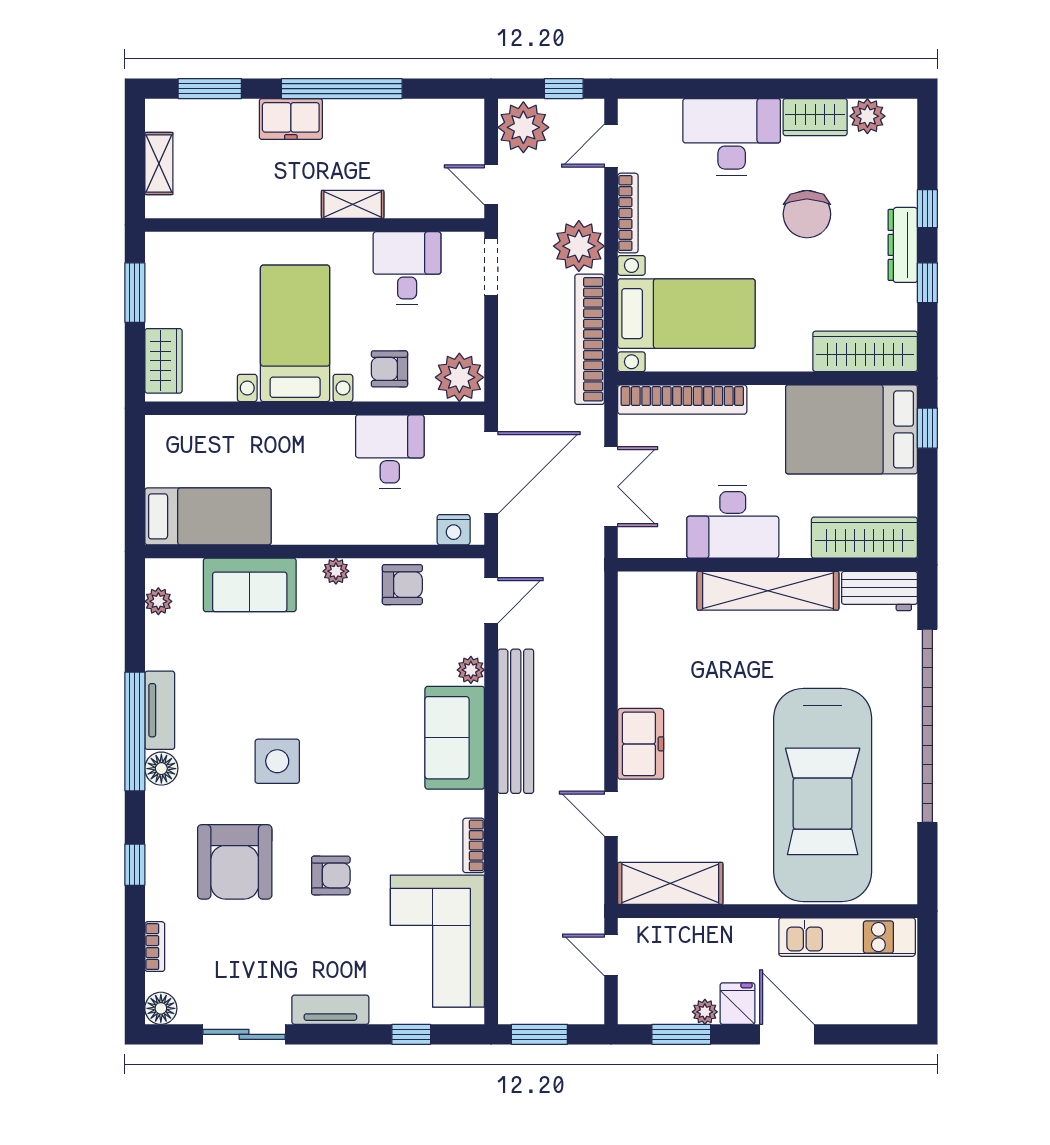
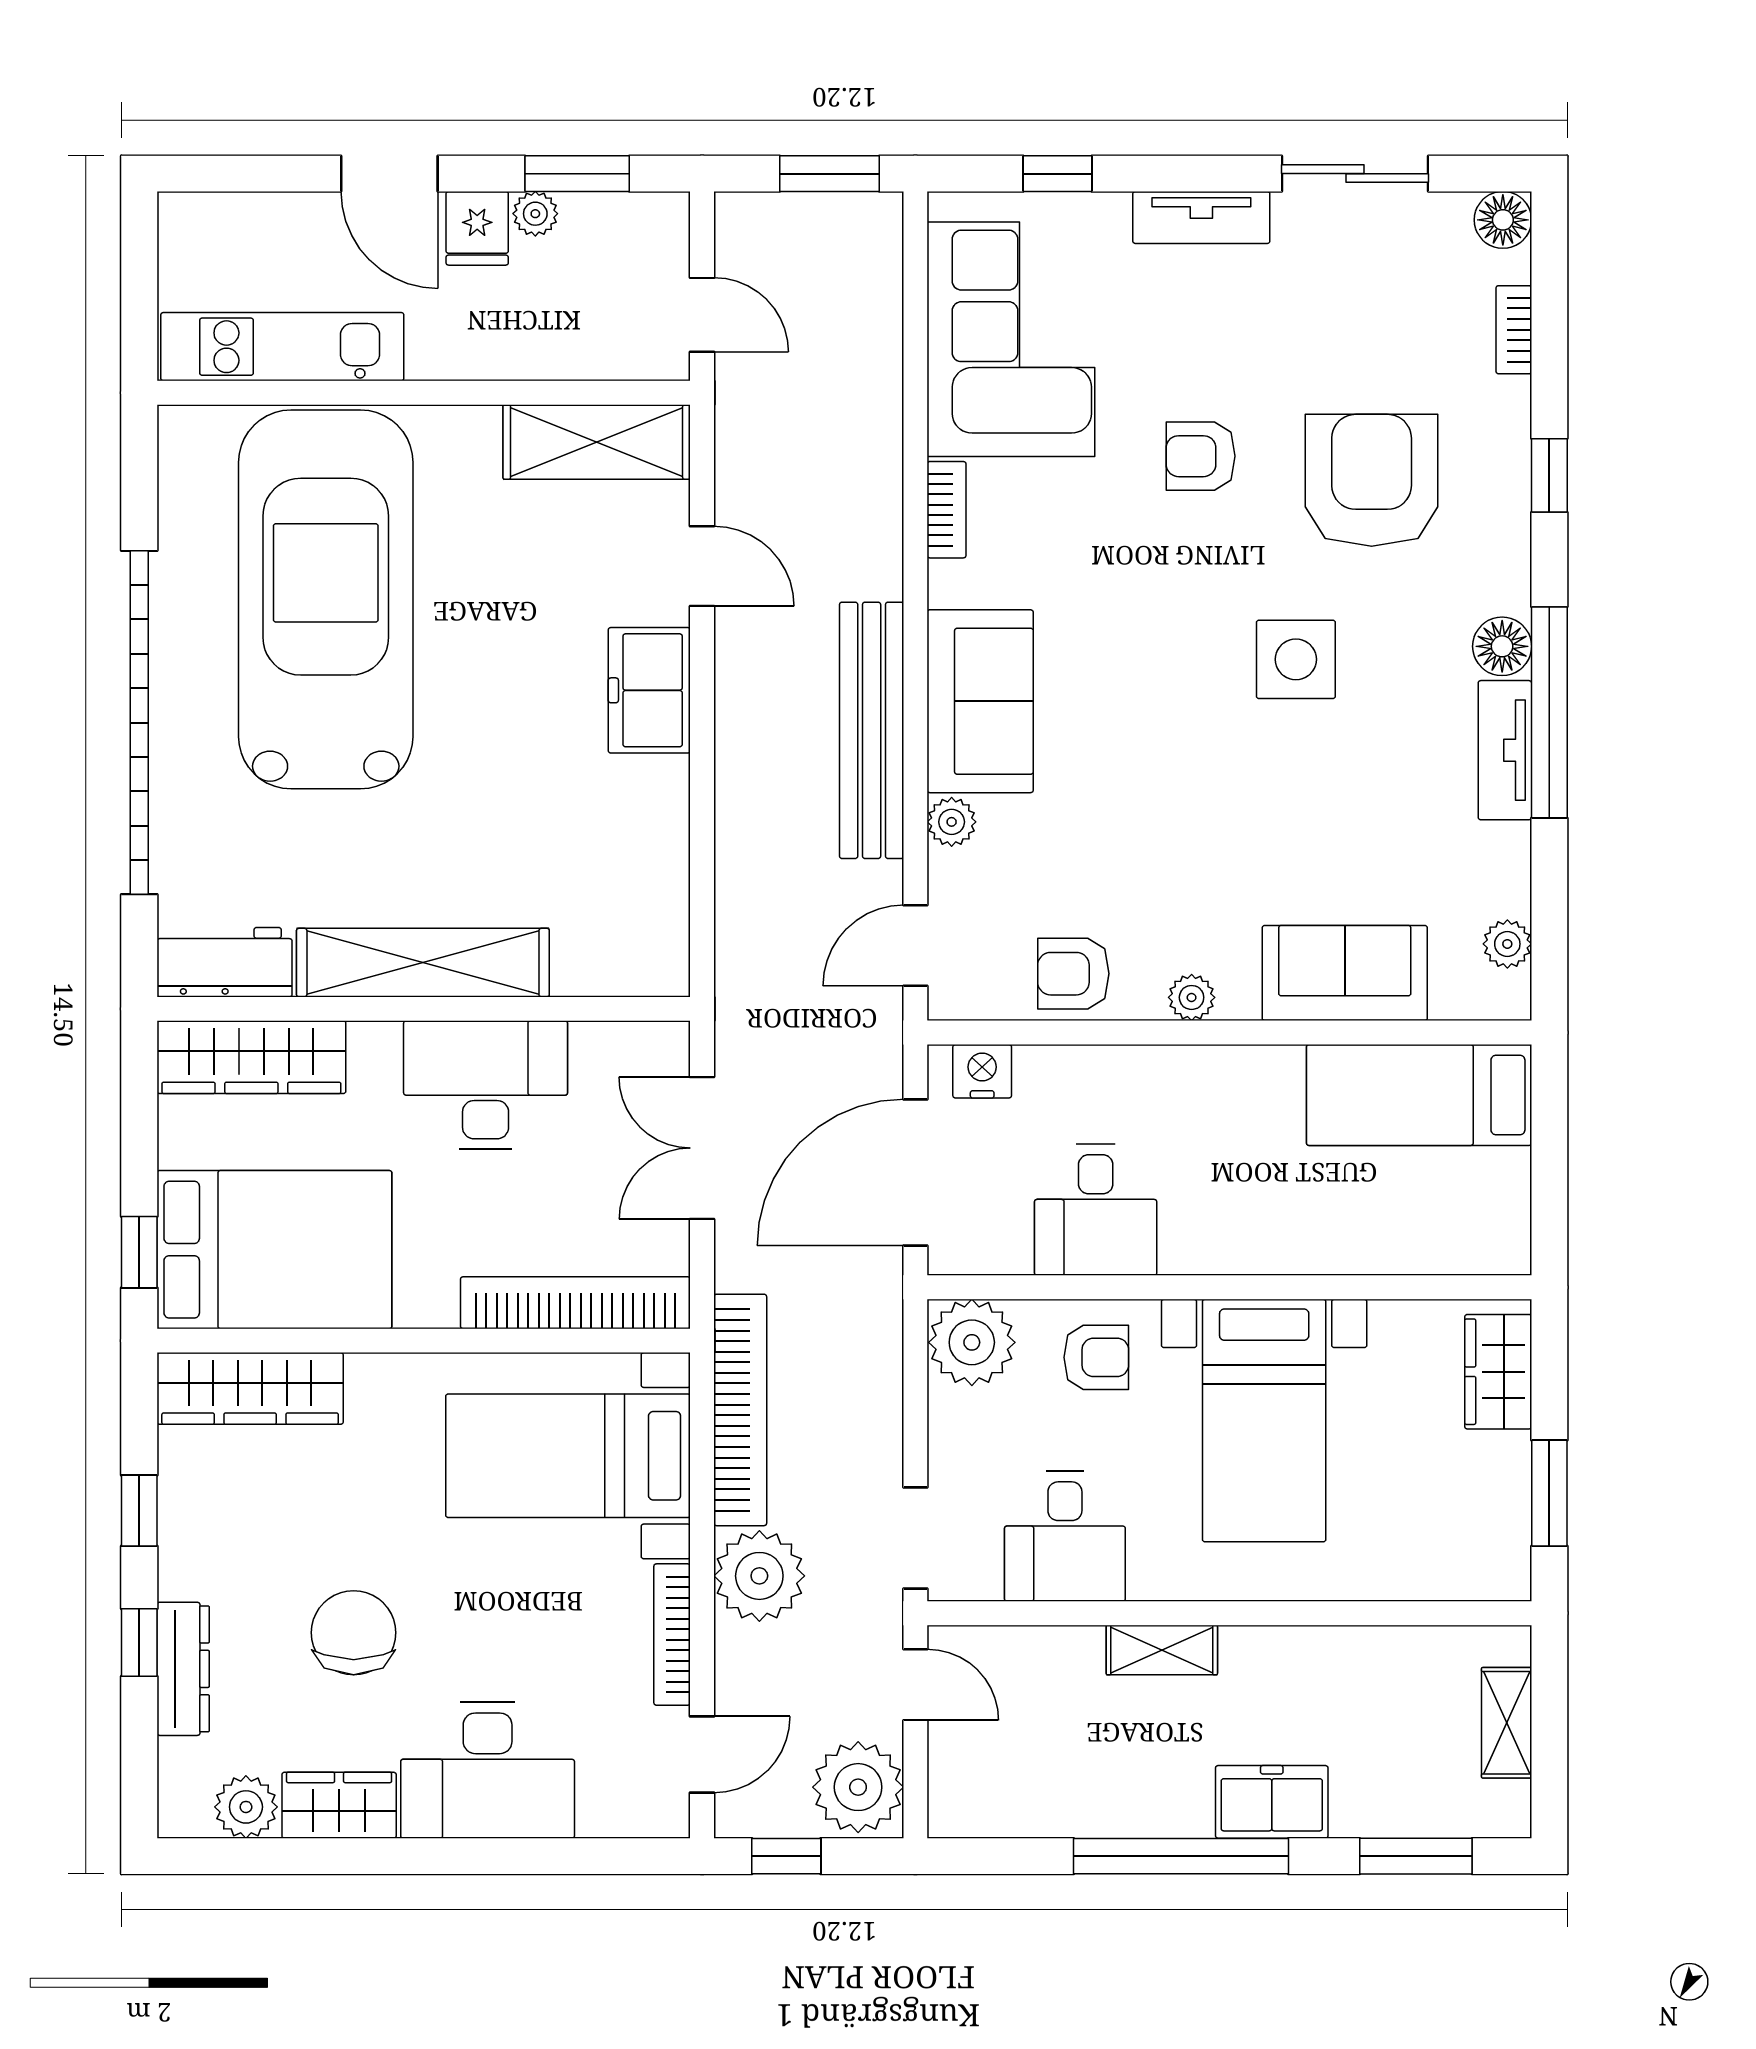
dresser: (903, 245) -> (183, 1669), moved

